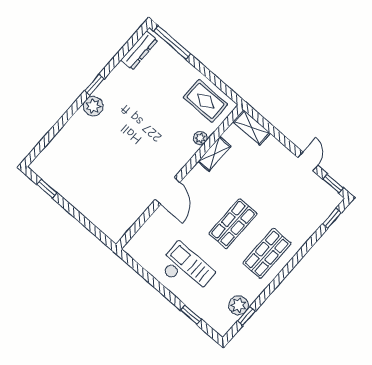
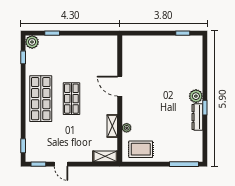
dresser: (139, 50) -> (197, 117), moved
shop shelf: (267, 253) -> (41, 99), width x1.43, depth x1.36
checkout: (186, 269) -> (75, 54), removed
plant: (238, 305) -> (32, 42), moved

